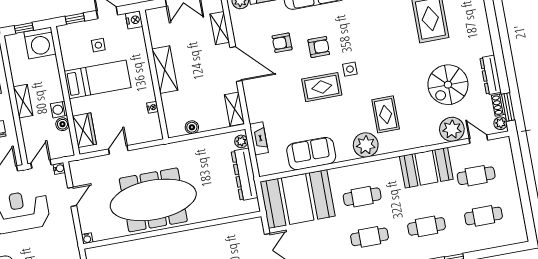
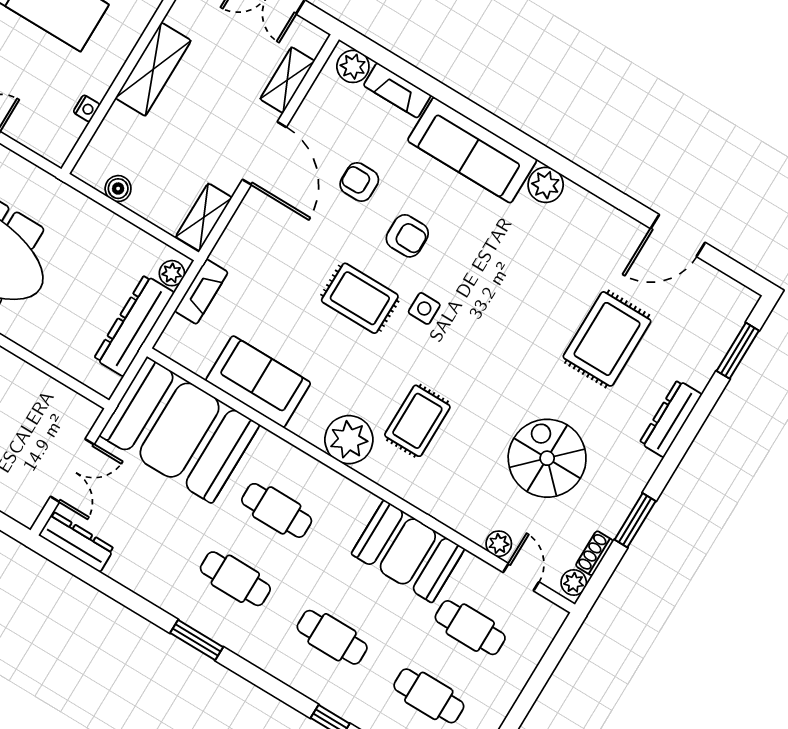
dresser: (491, 75) -> (671, 419), moved
spiral stairs: (448, 85) -> (547, 458), turned 90
window: (508, 107) -> (635, 520), moved
plant: (452, 129) -> (499, 544), width x0.53, depth x0.53

